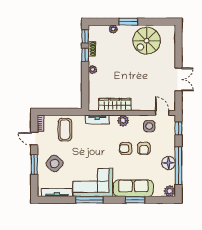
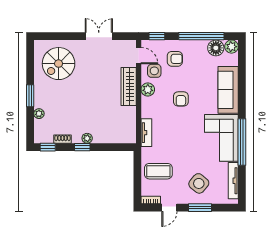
spiral stairs: (147, 41) -> (59, 64), moved, turned 90
window: (85, 55) -> (82, 147), moved
wardrobe: (115, 105) -> (129, 86), moved
door: (162, 113) -> (139, 56), swing flipped
plant: (123, 121) -> (148, 90), moved
armchair: (144, 148) -> (175, 59), moved
floor lamp: (169, 163) -> (216, 48), moved
window: (89, 200) -> (242, 142), width x1.46
window: (135, 200) -> (242, 88), removed

